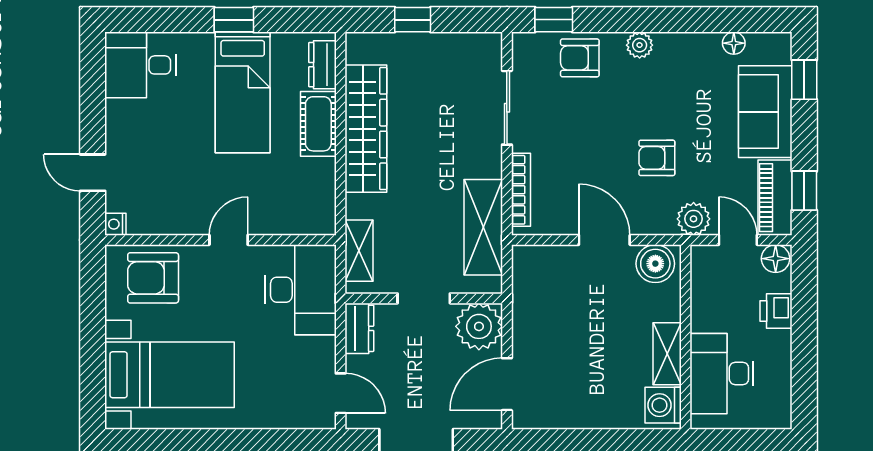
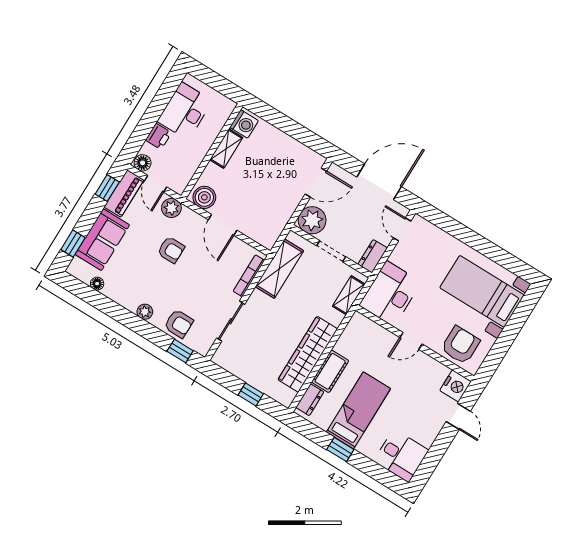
nightstand: (115, 224) -> (456, 386), width x1.89, depth x1.79
armchair: (153, 278) -> (460, 345), turned -90
desk: (722, 374) -> (185, 111), moved, turned 180

